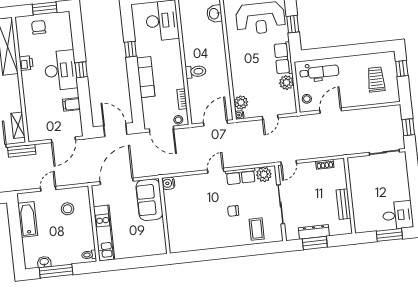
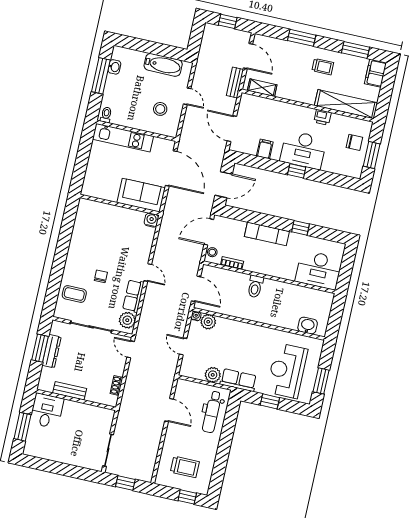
stool: (307, 99) -> (189, 390), removed
desk: (398, 215) -> (47, 411), moved, turned 180

